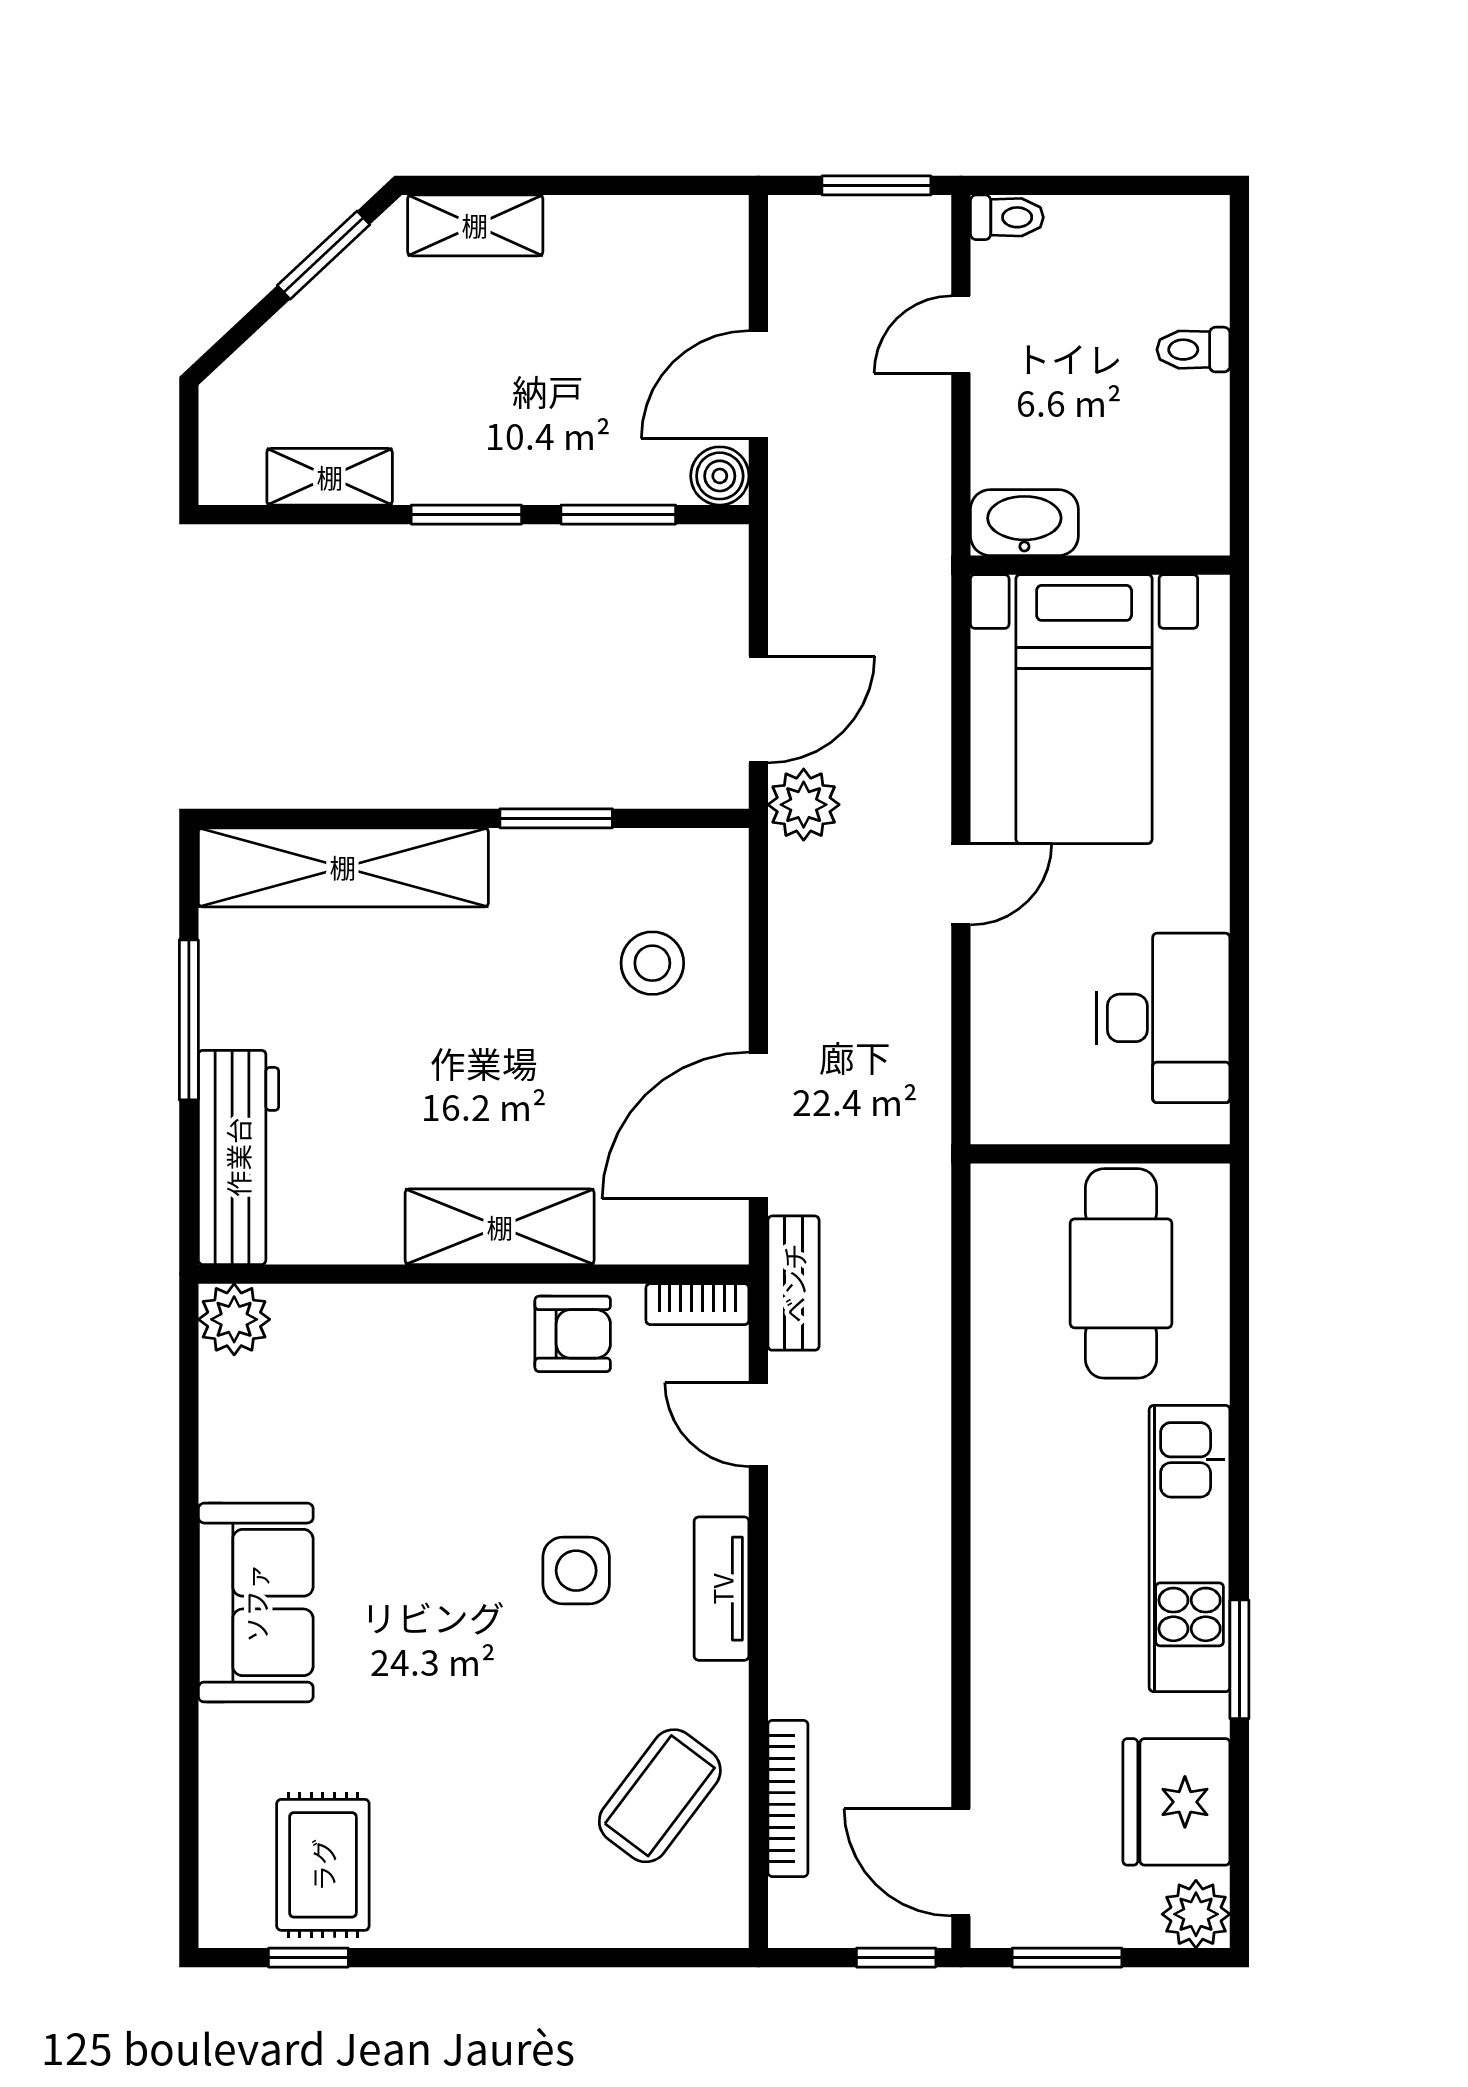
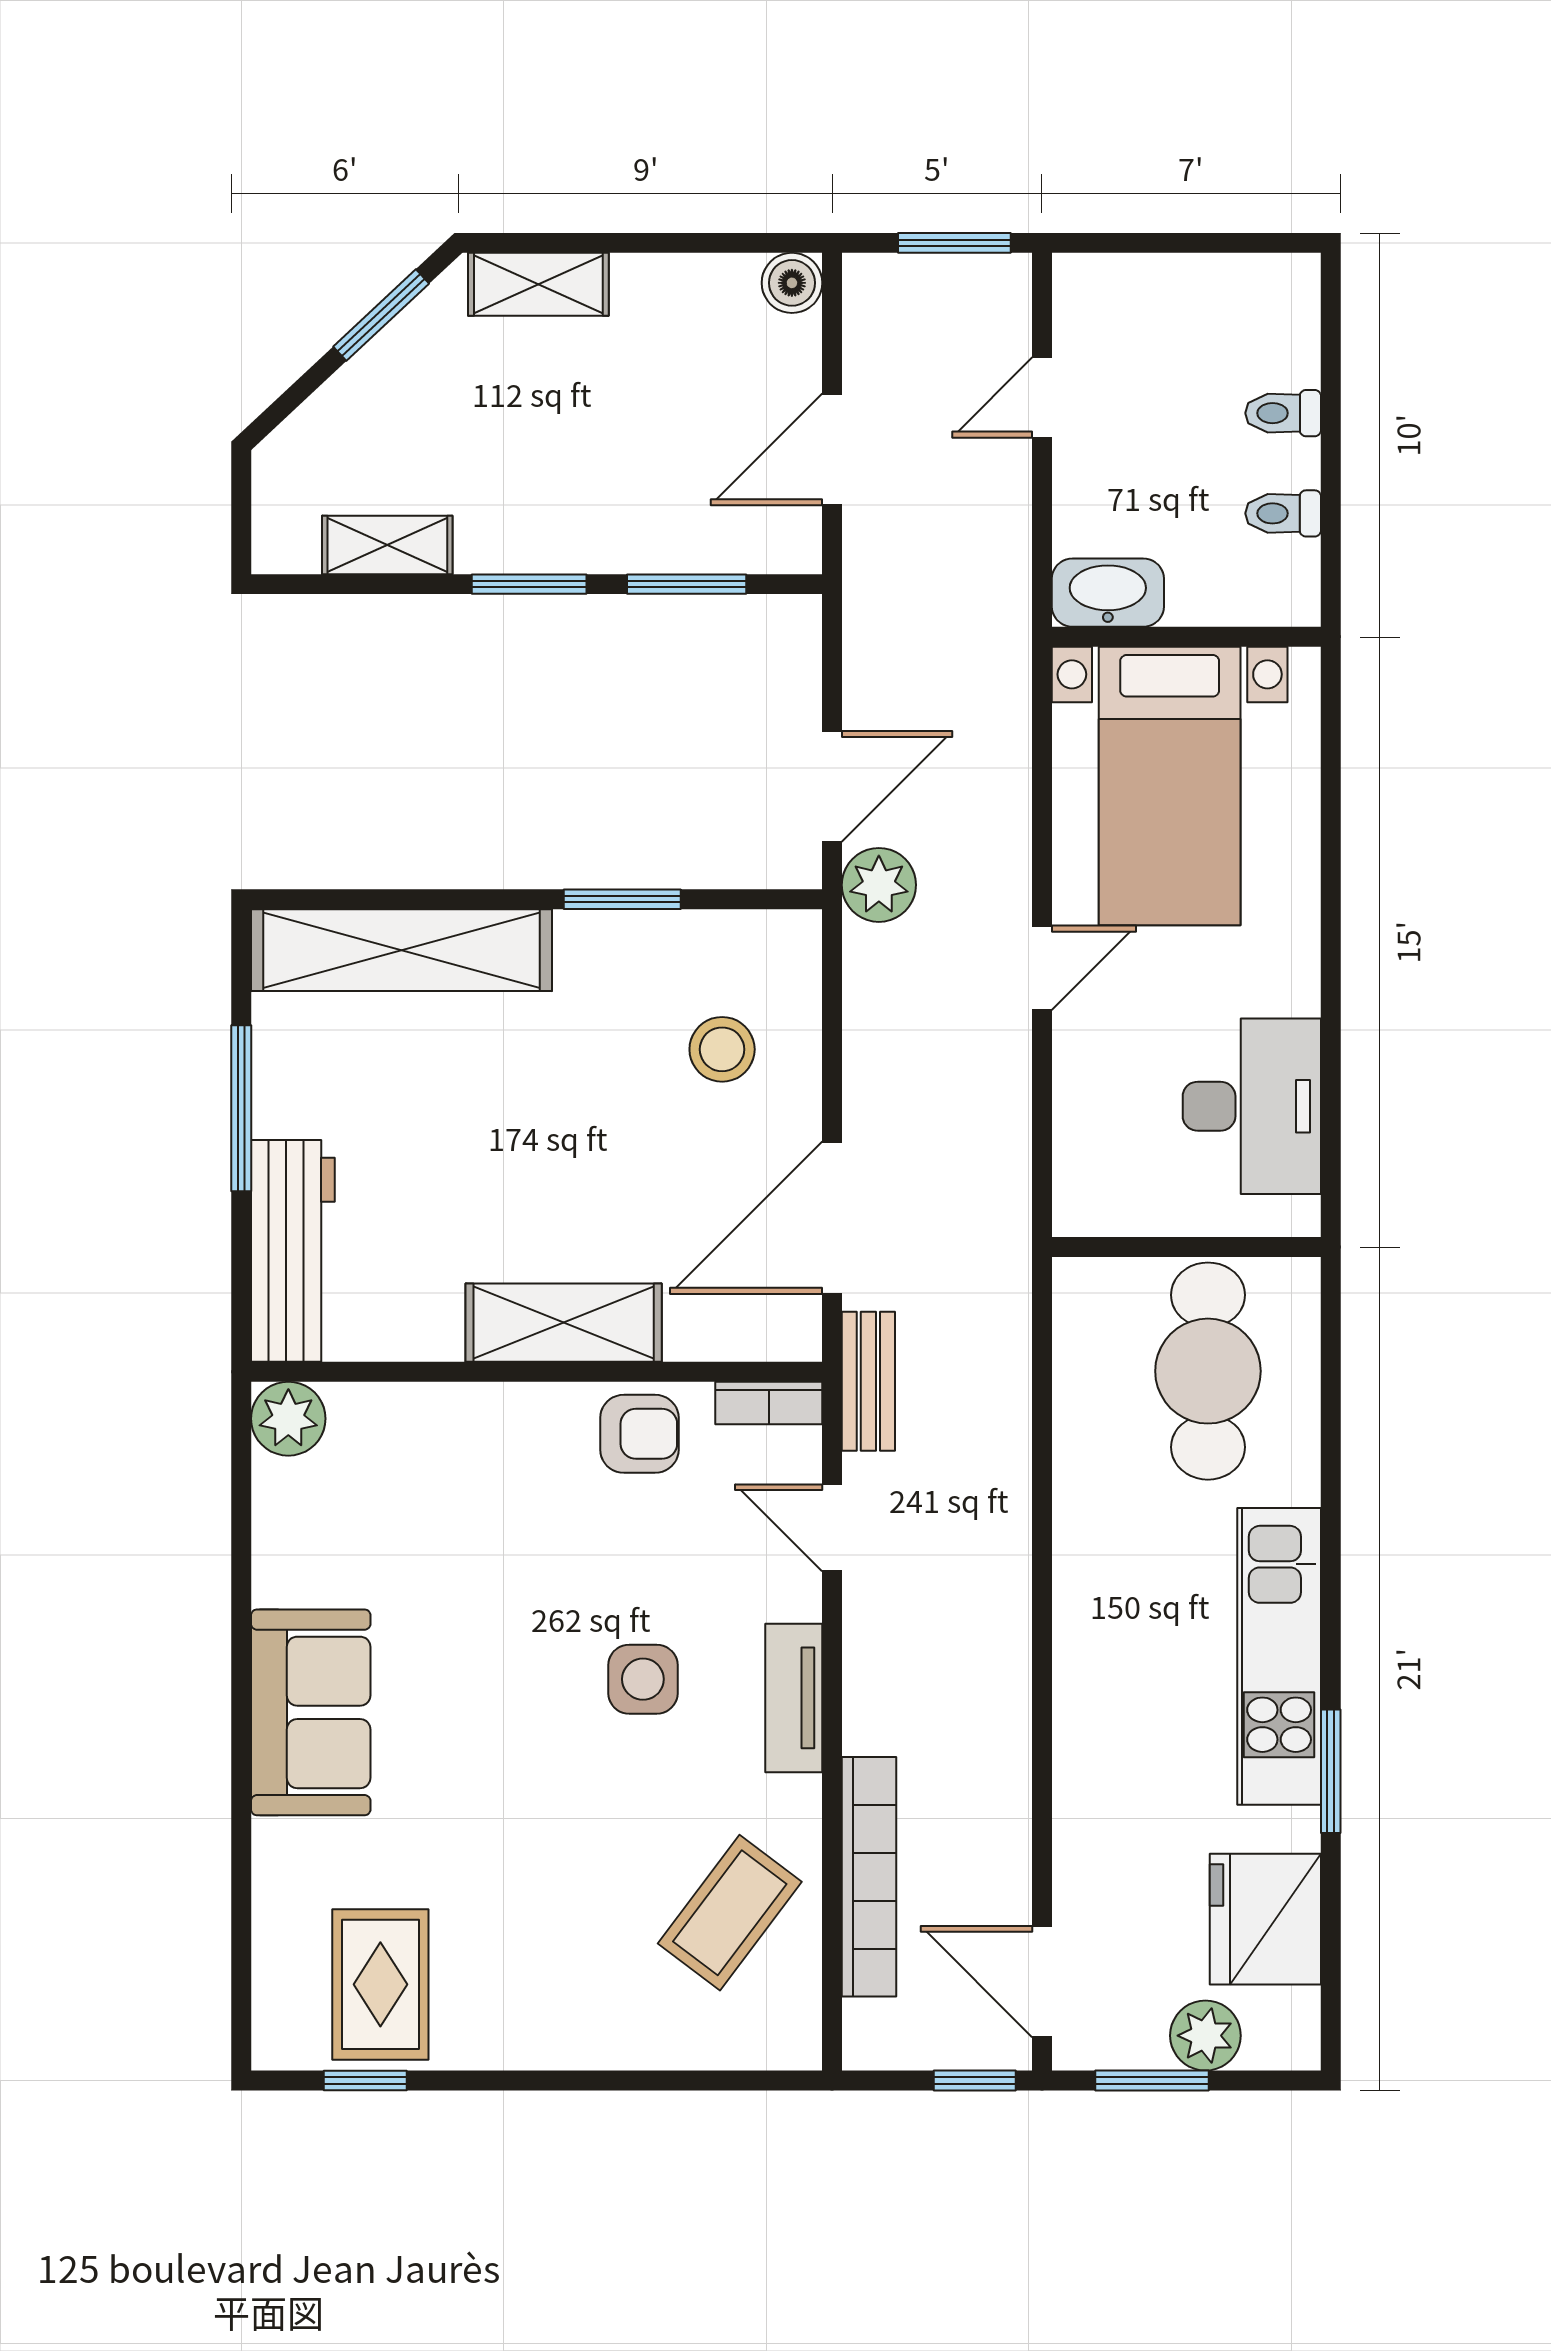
toilet: (1007, 217) -> (1283, 513), moved, turned 180
boiler: (720, 476) -> (792, 283), moved
bookcase: (788, 1798) -> (869, 1877), width x1.48, depth x1.31
plant: (1196, 1914) -> (1205, 2036), moved

